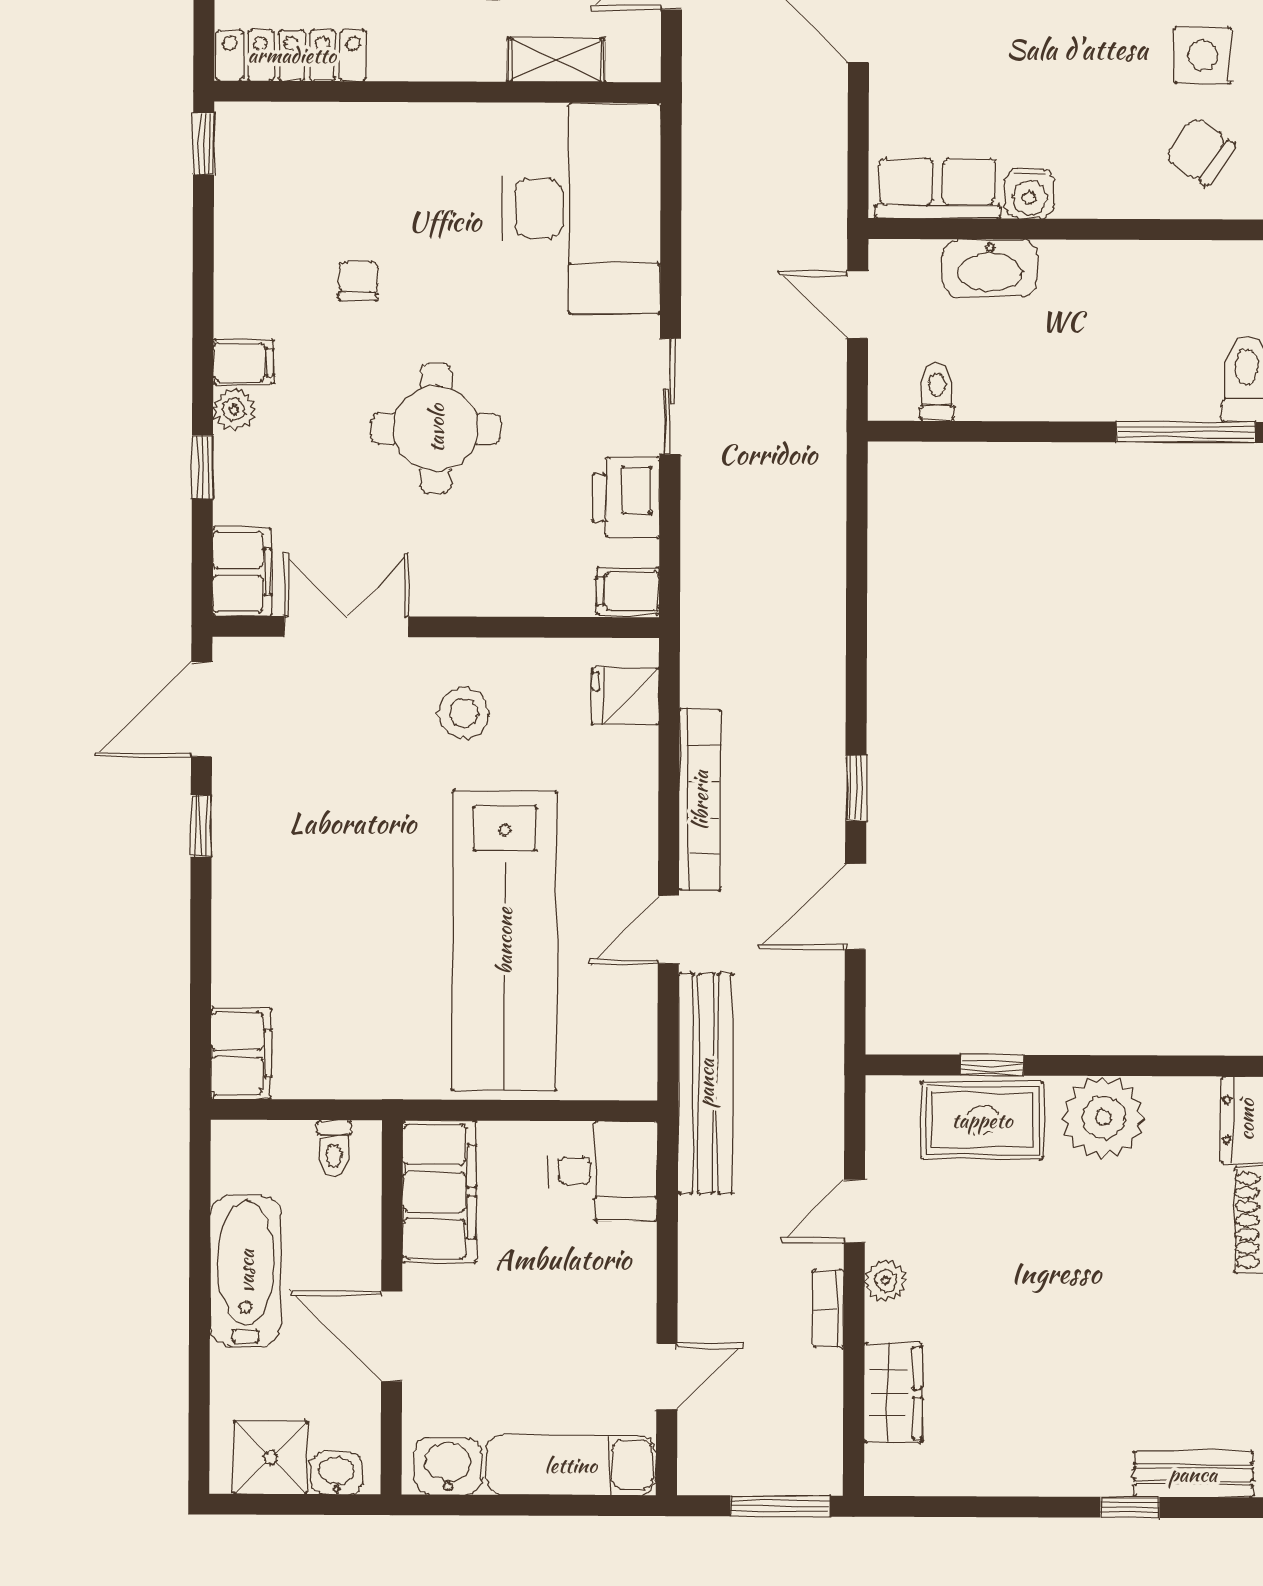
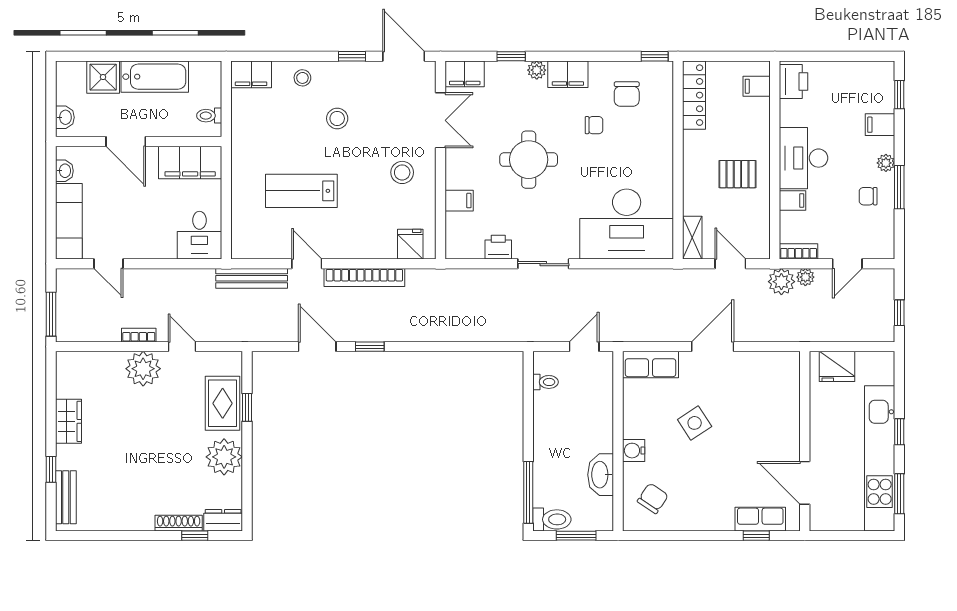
side table: (1202, 55) -> (695, 423), moved, turned -33
shelving: (556, 60) -> (692, 238), moved
row of seats: (938, 188) -> (650, 365), moved, turned 90
water cooler: (1029, 194) -> (634, 451), moved
chair: (289, 207) -> (627, 94), added
washbasin: (990, 268) -> (601, 475), moved
filing cabinet: (243, 362) -> (568, 74), width x2.00
printer: (626, 498) -> (498, 247), width x0.73, depth x0.81
filing cabinet: (628, 591) -> (459, 201), moved, turned 90
stool: (341, 860) -> (337, 118), added
stool: (250, 938) -> (302, 78), added
lab bench: (504, 941) -> (301, 191), width x0.54, depth x0.72
bench: (706, 1083) -> (252, 278), width x0.73, depth x0.82
plant: (886, 1281) -> (143, 369), width x1.87, depth x1.87
door: (392, 1336) -> (126, 141), swing flipped
wardrobe: (893, 1393) -> (69, 421), moved, turned -90
shower: (270, 1457) -> (103, 77), moved
washbasin: (448, 1466) -> (64, 171), width x0.72, depth x0.69

